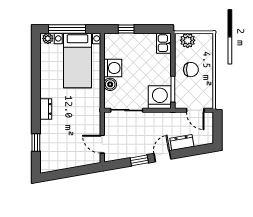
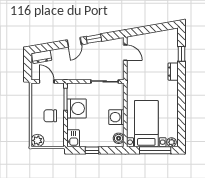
window: (126, 29) -> (92, 150), moved
plant: (188, 40) -> (37, 140), moved
boiler: (110, 84) -> (119, 138), moved
washing machine: (160, 97) -> (77, 108), moved, turned -90
dresser: (46, 109) -> (173, 72), moved
dresser: (182, 142) -> (42, 57), moved

